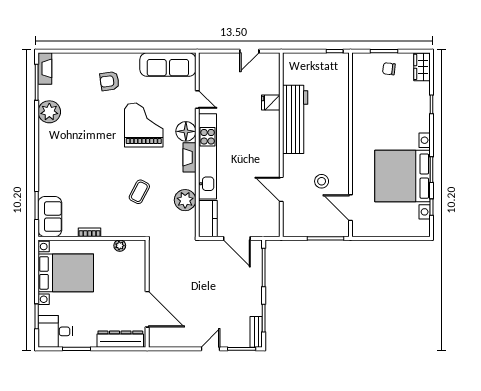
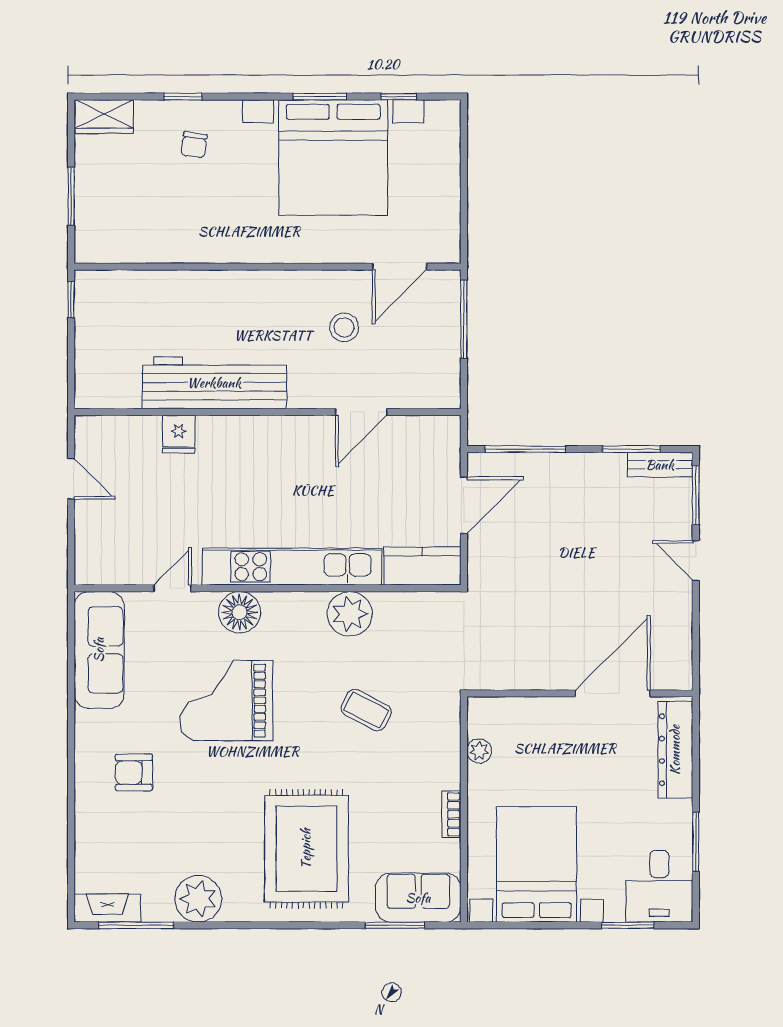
chair: (389, 69) -> (194, 145), moved
armchair: (109, 81) -> (134, 772), turned 98
fireplace: (189, 157) -> (294, 605), removed
rug: (73, 163) -> (306, 849), added
plant: (185, 200) -> (350, 614), moved

